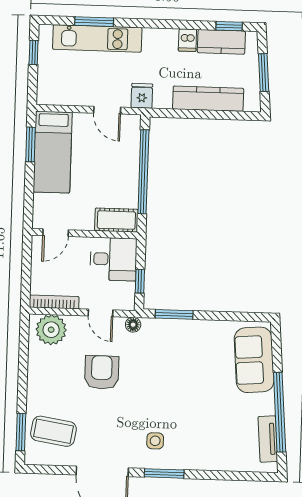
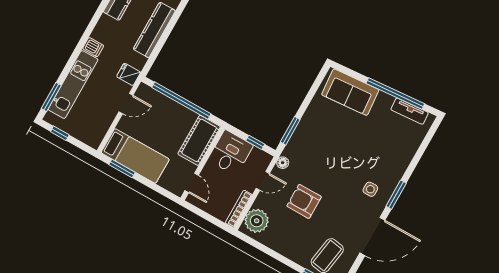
window: (94, 22) -> (51, 97), moved
dishwasher: (187, 40) -> (93, 47), moved
cot: (116, 220) -> (199, 140), width x1.37, depth x1.34

